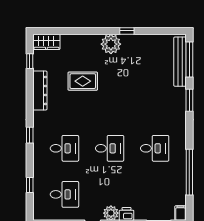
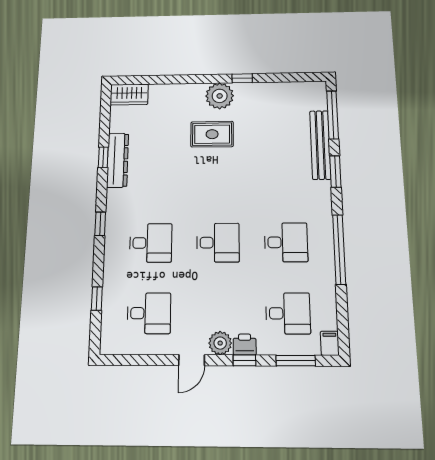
window: (30, 61) -> (103, 157), moved
bench: (180, 62) -> (320, 145), moved
rug: (83, 81) -> (212, 134), moved
window: (189, 172) -> (339, 249), moved
desk: (155, 194) -> (288, 313), added

